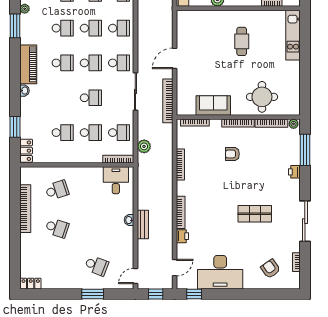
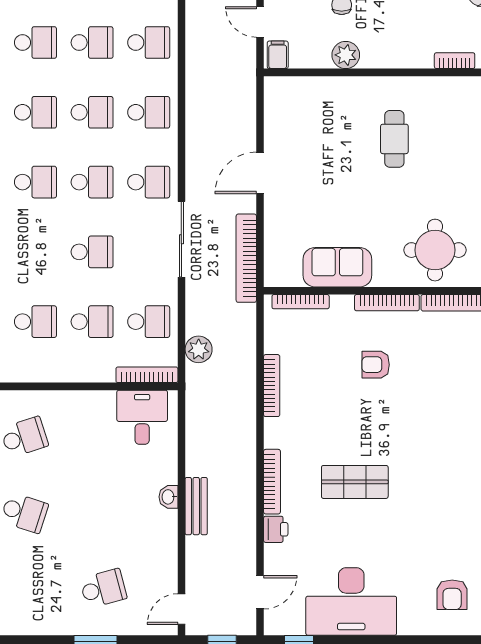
shop shelf: (255, 214) -> (355, 482), moved
school desk: (96, 266) -> (103, 588), turned -36
armchair: (270, 269) -> (452, 595), turned -145

